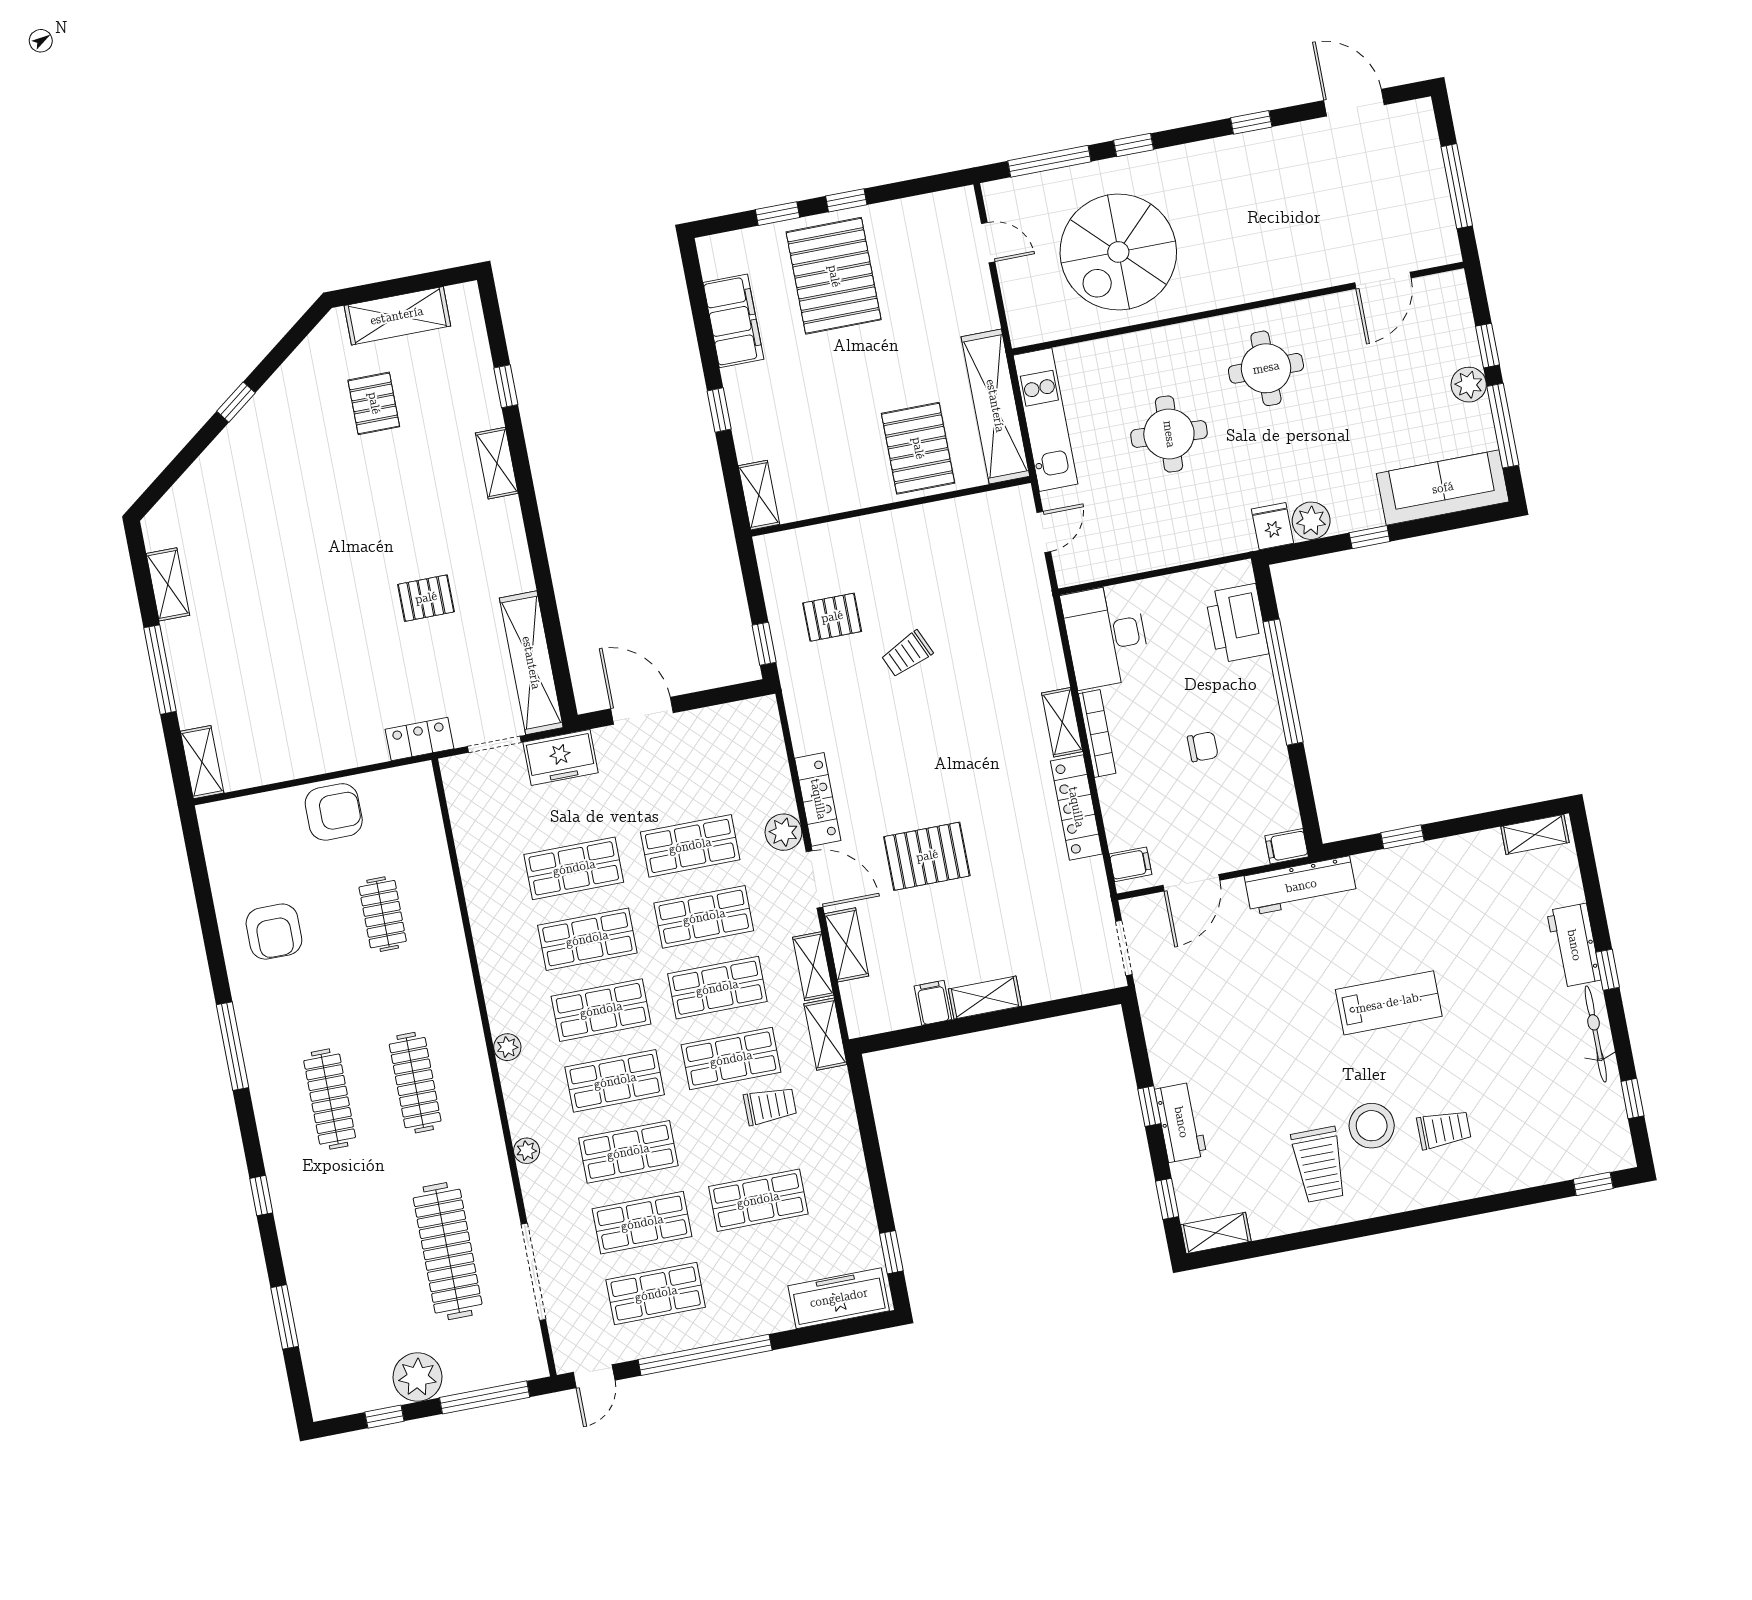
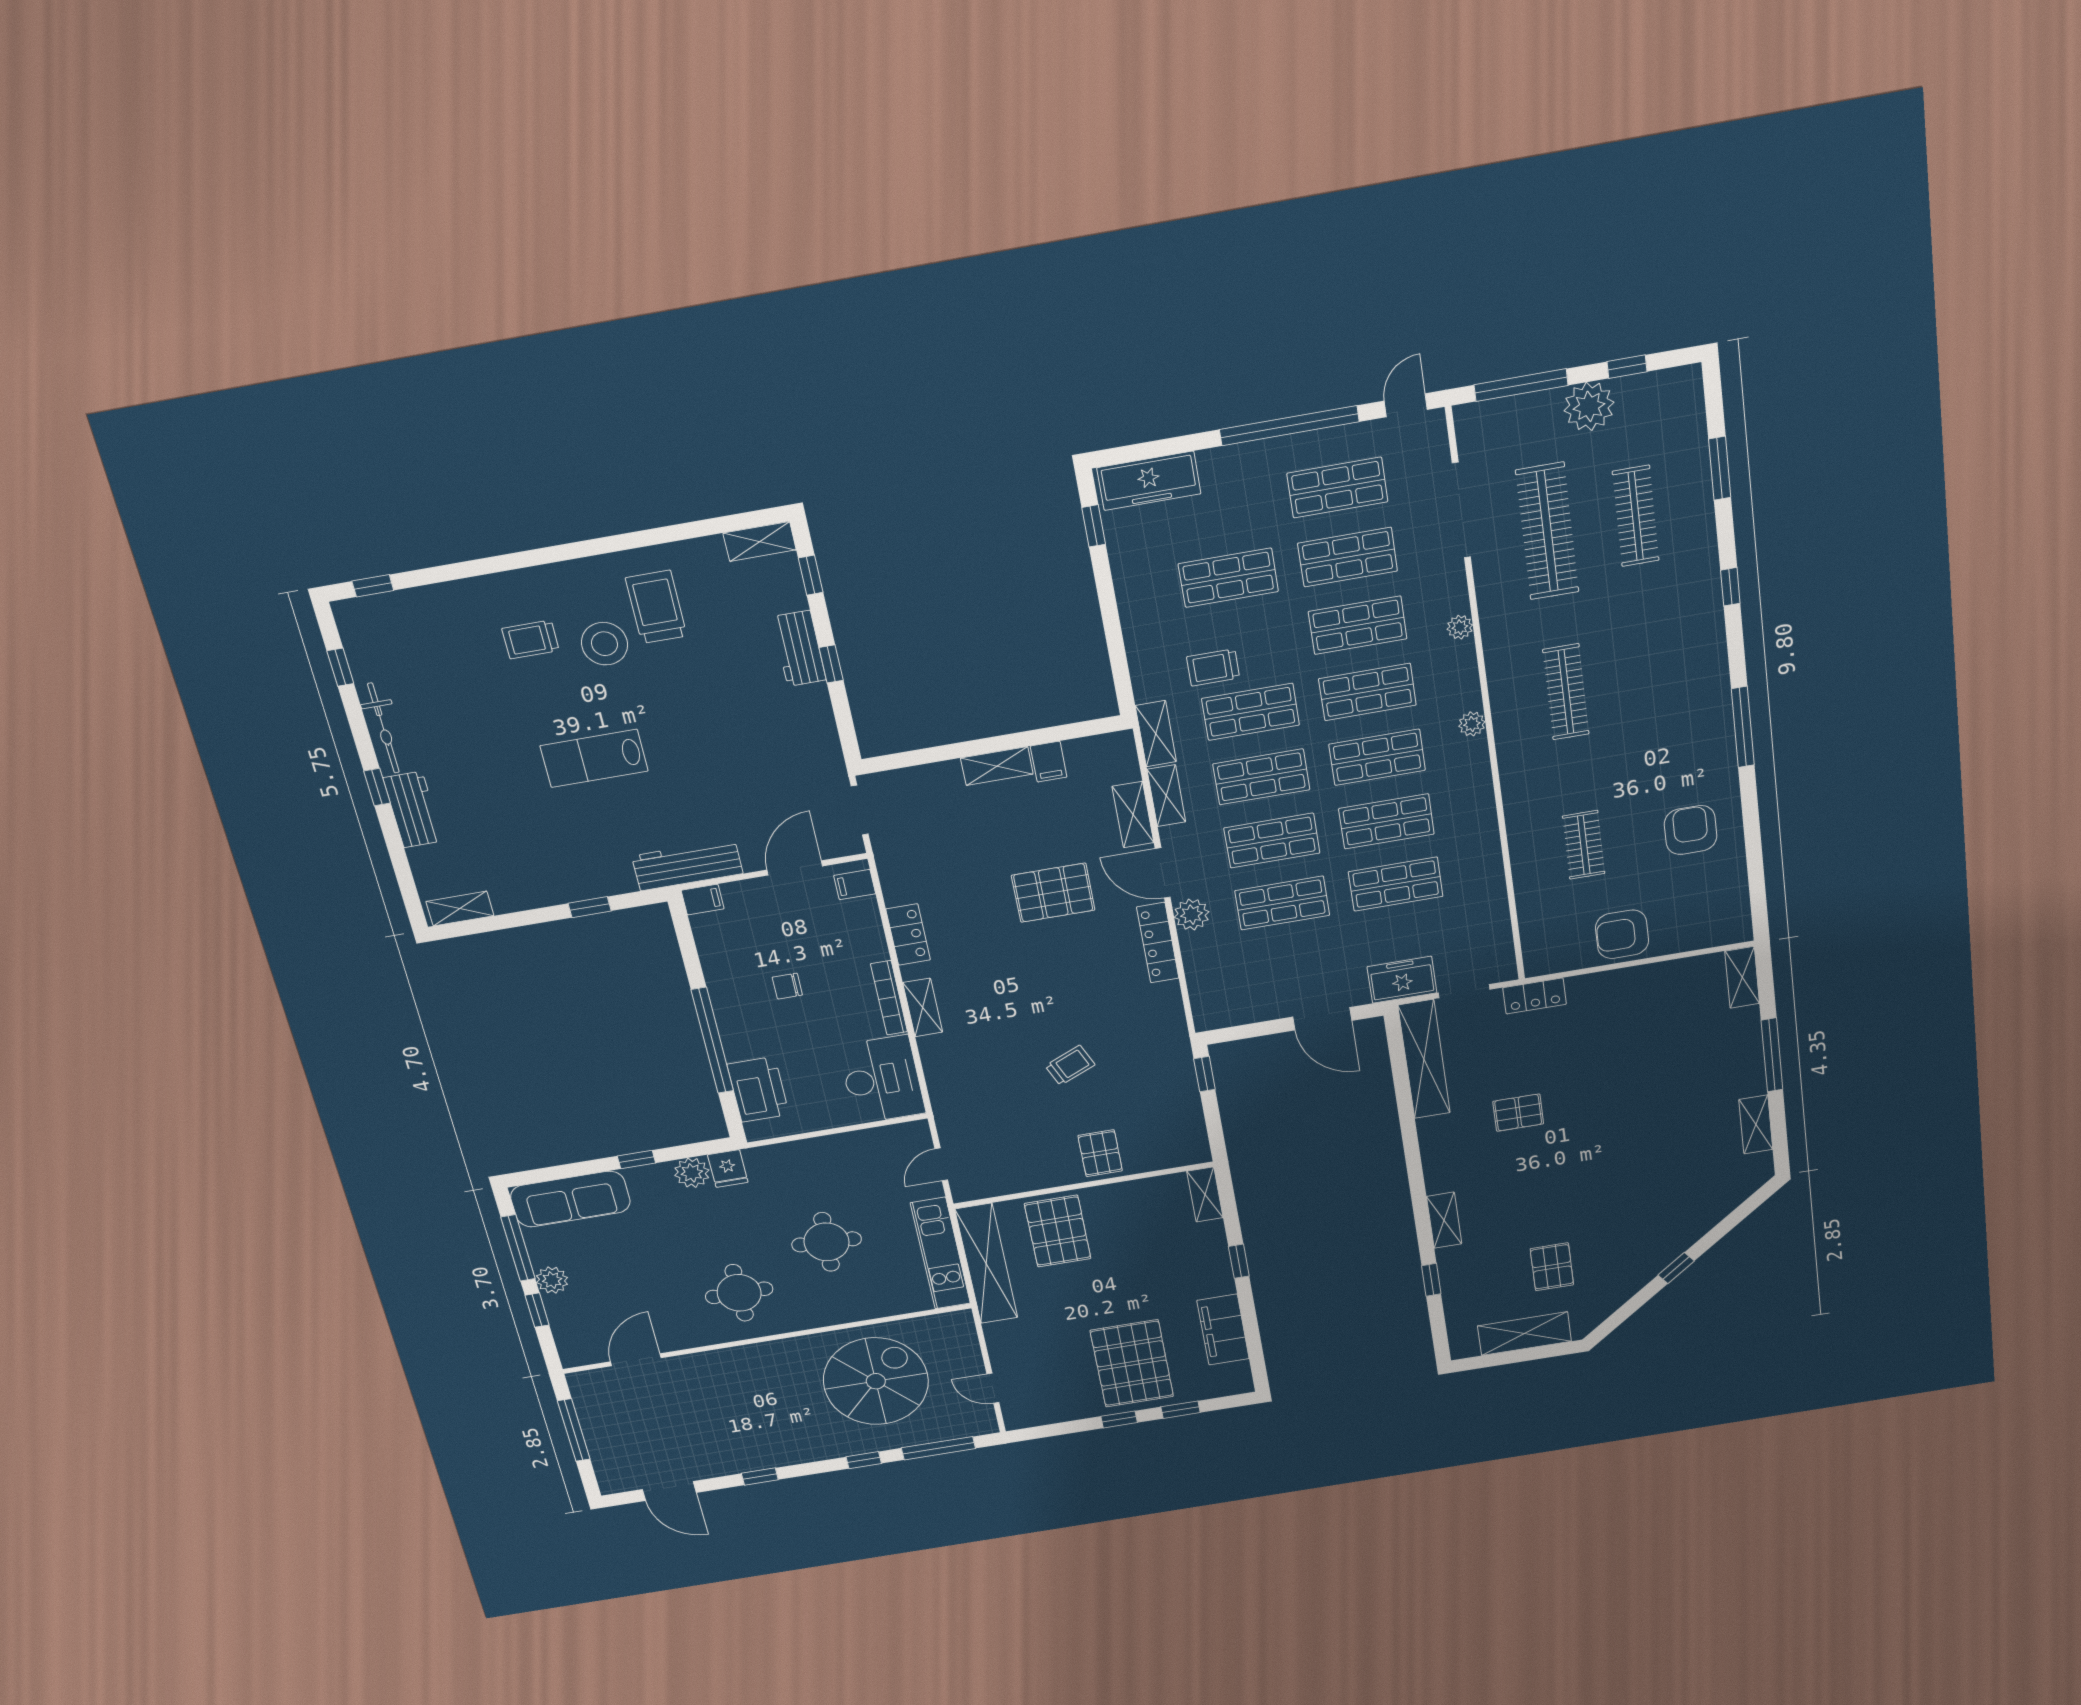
pallet: (832, 617) -> (1100, 1153), moved, turned 90
locker: (1076, 807) -> (908, 934), width x0.66
clothes rail: (330, 1099) -> (1636, 516), moved

